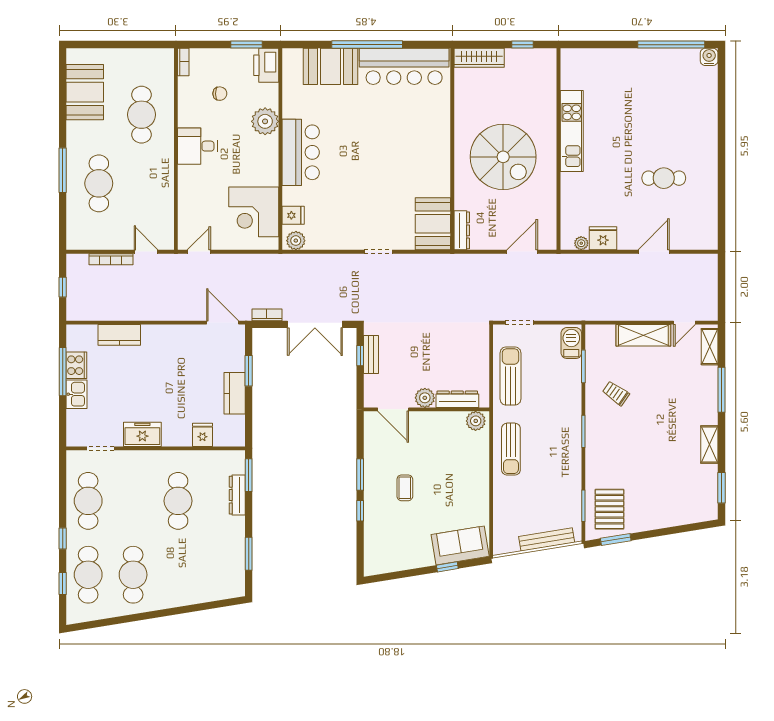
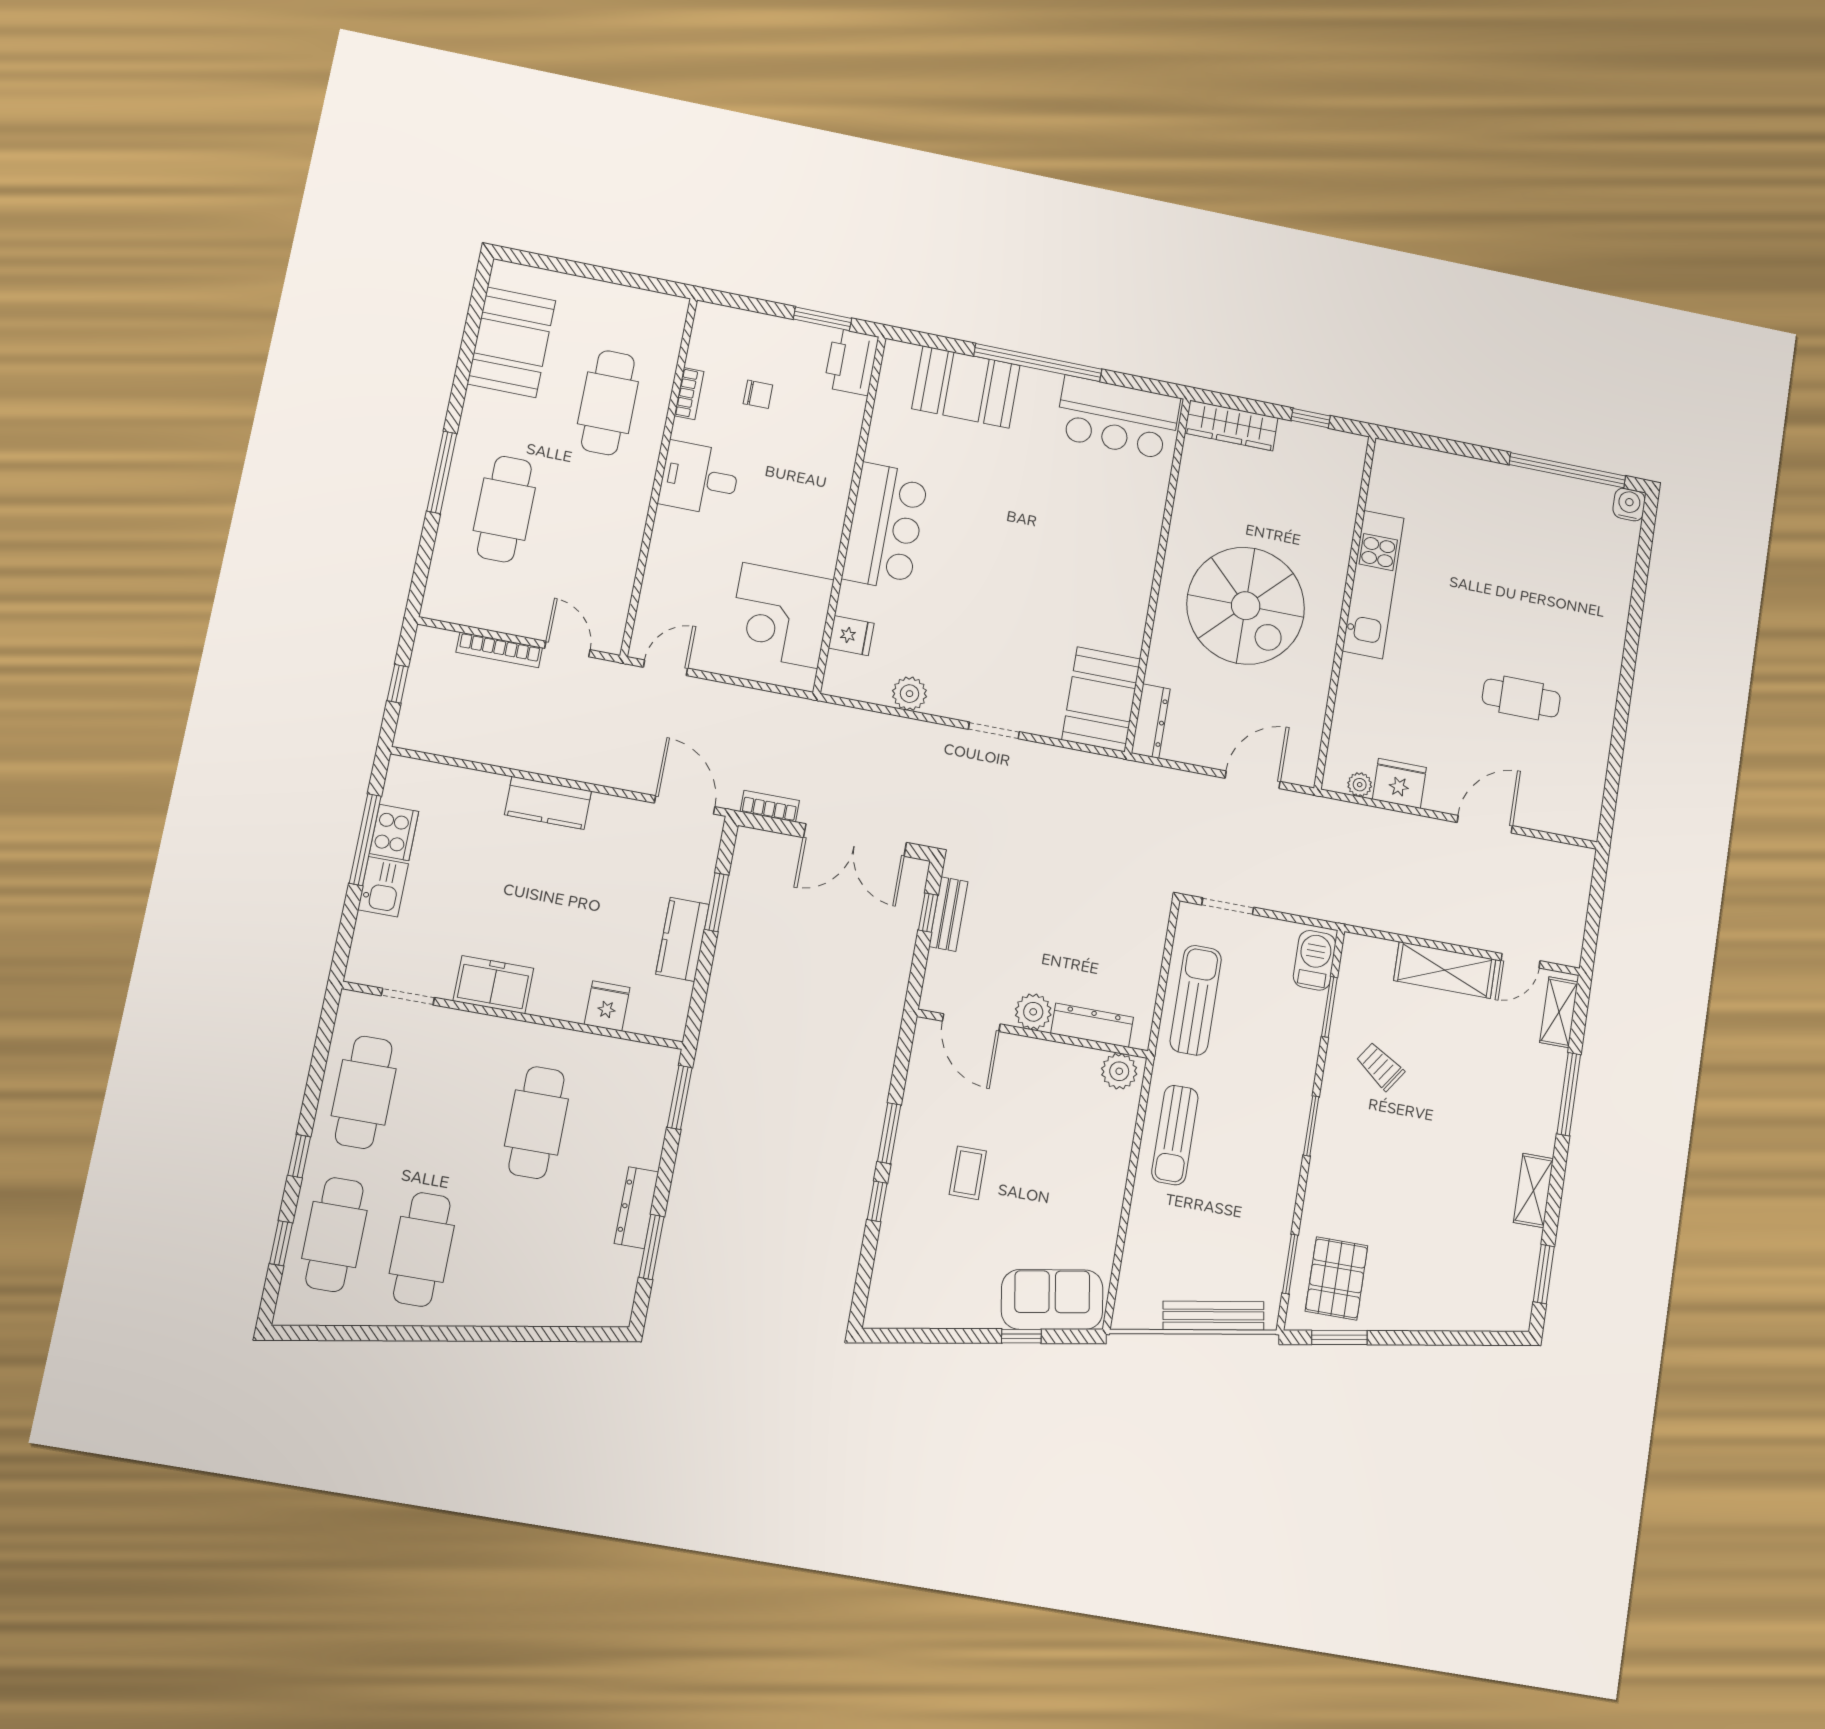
bookcase: (183, 62) -> (689, 394), moved
bar counter: (404, 66) -> (1118, 418), width x0.73
plant: (265, 121) -> (831, 459), removed
plant: (296, 241) -> (910, 694), moved
kitchen counter: (119, 335) -> (548, 803), moved
dresser: (237, 495) -> (637, 1208), moved

